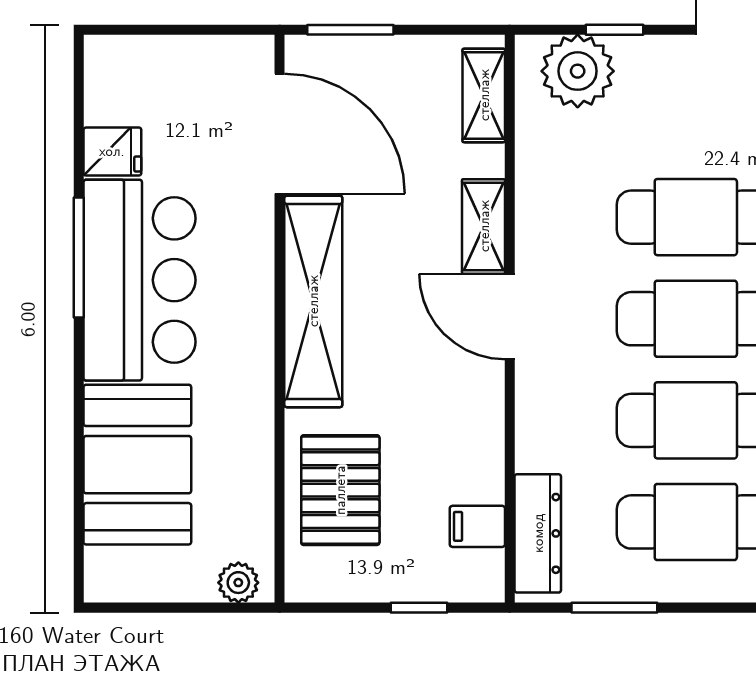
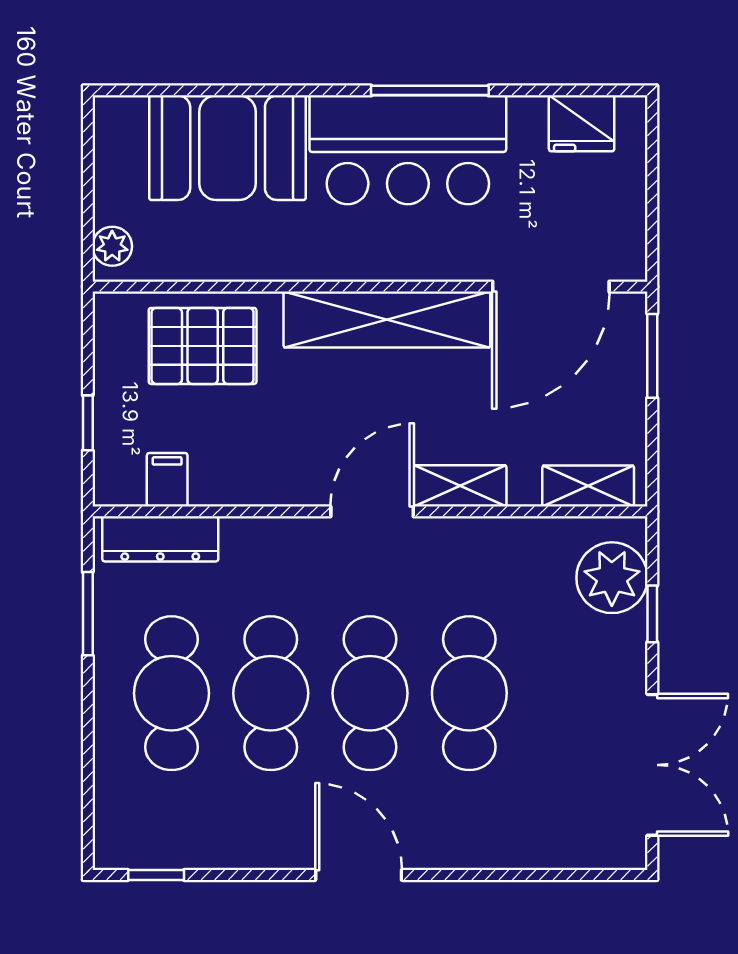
fridge: (112, 151) -> (582, 123), moved, width x1.38

